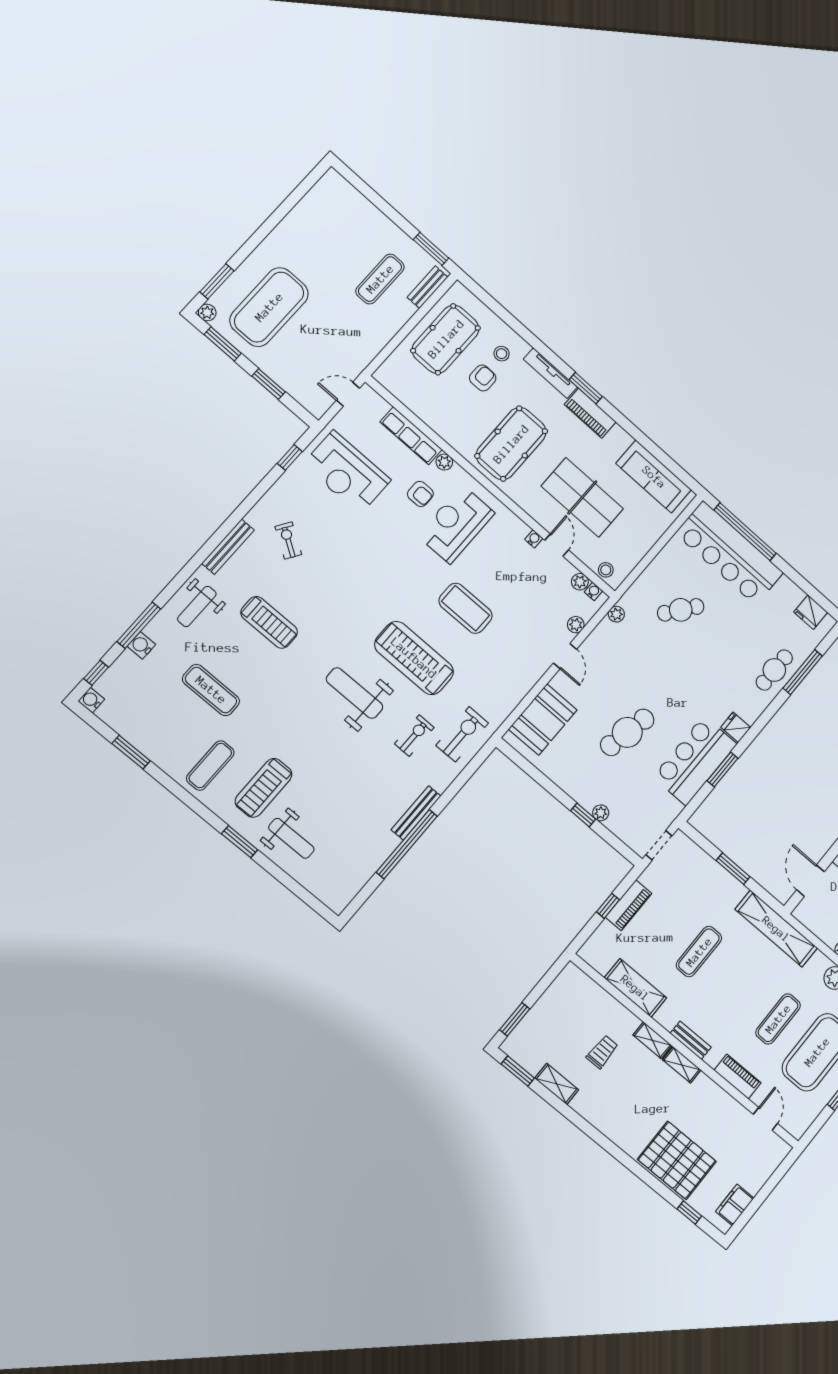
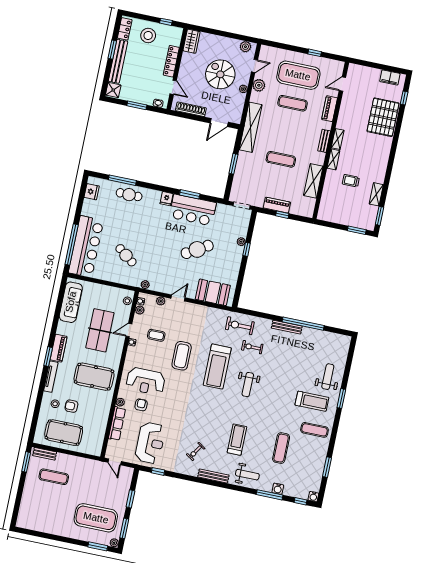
coffee table: (523, 585) -> (156, 335), added
weight bench: (355, 693) -> (248, 385), width x0.73, depth x0.75
cafe table: (627, 732) -> (197, 249), turned -43

